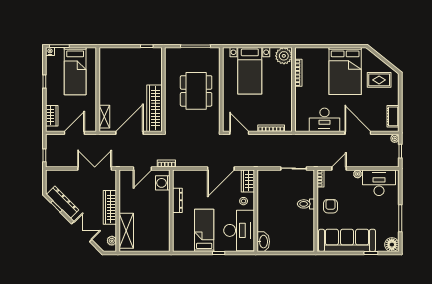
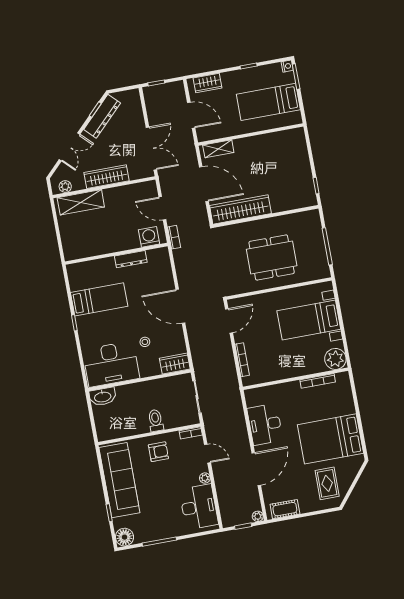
wardrobe: (248, 181) -> (175, 364), moved
wall: (256, 211) -> (139, 380), moved
desk: (239, 230) -> (111, 364), moved
washbasin: (263, 242) -> (103, 397), moved

